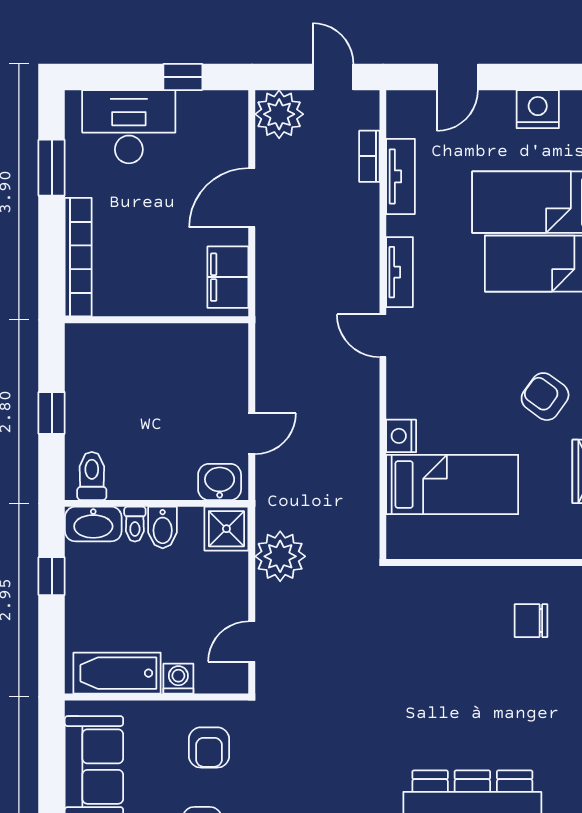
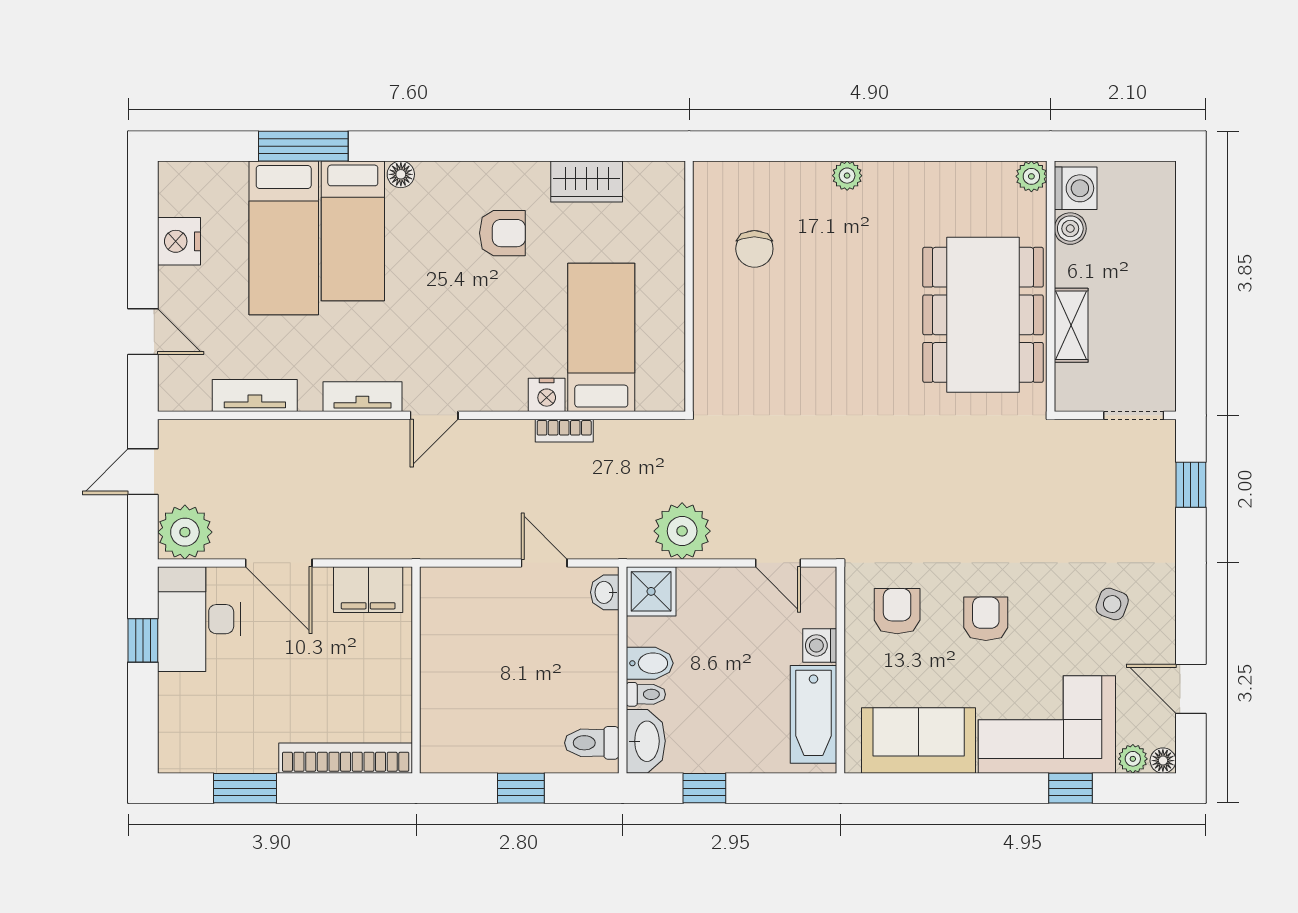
desk: (129, 127) -> (199, 619), moved
bookcase: (369, 156) -> (564, 431), moved
armchair: (545, 397) -> (502, 233), turned -126
washbasin: (220, 482) -> (605, 592), width x0.72, depth x0.69
armchair: (209, 747) -> (897, 611), turned -90

